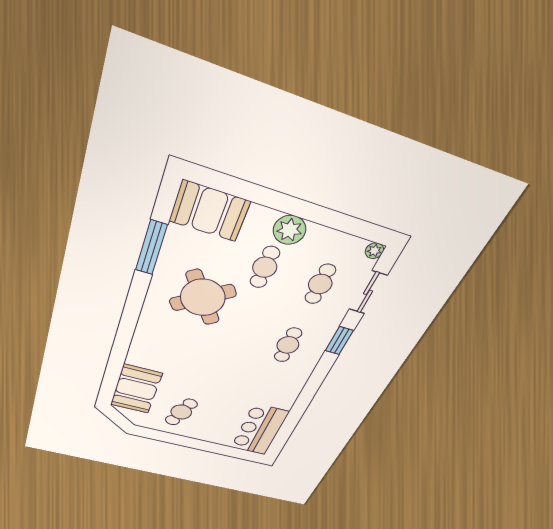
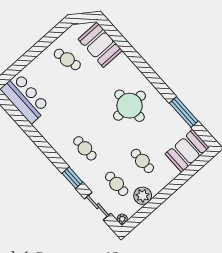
plant: (289, 230) -> (143, 196), moved
round table: (203, 298) -> (130, 106), moved, turned 35
cafe table: (181, 412) -> (67, 59), turned -34

